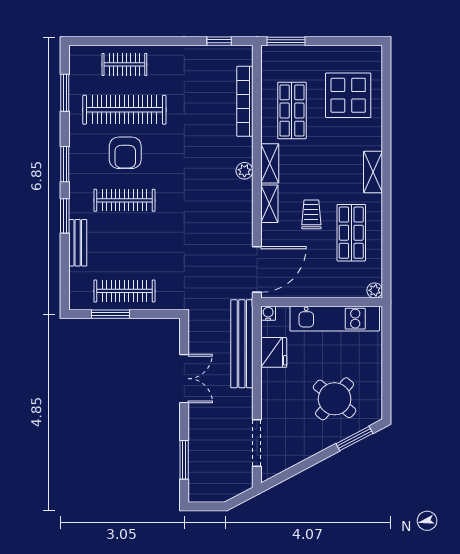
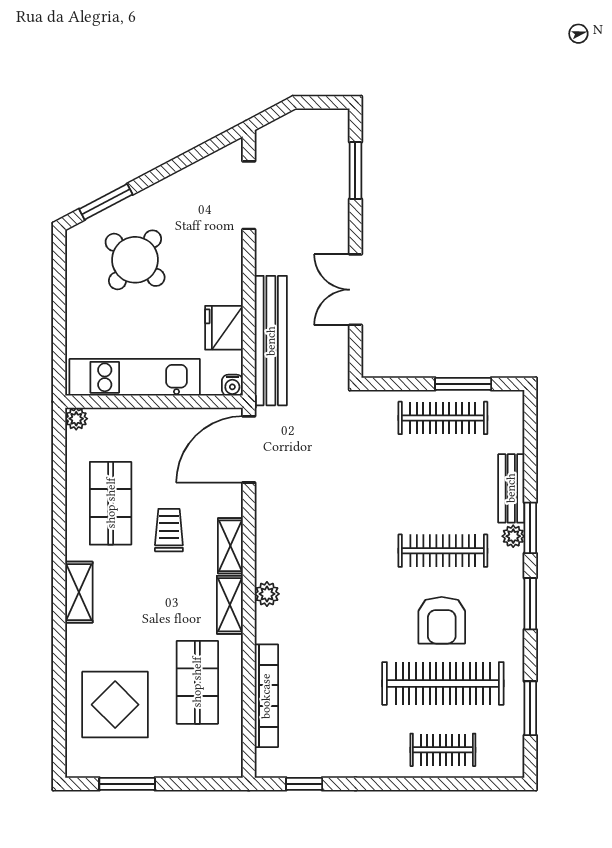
window: (286, 41) -> (127, 784), moved
armchair: (125, 153) -> (442, 620), turned 180
plant: (76, 210) -> (513, 536), added
trolley: (311, 214) -> (169, 530), turned 180

